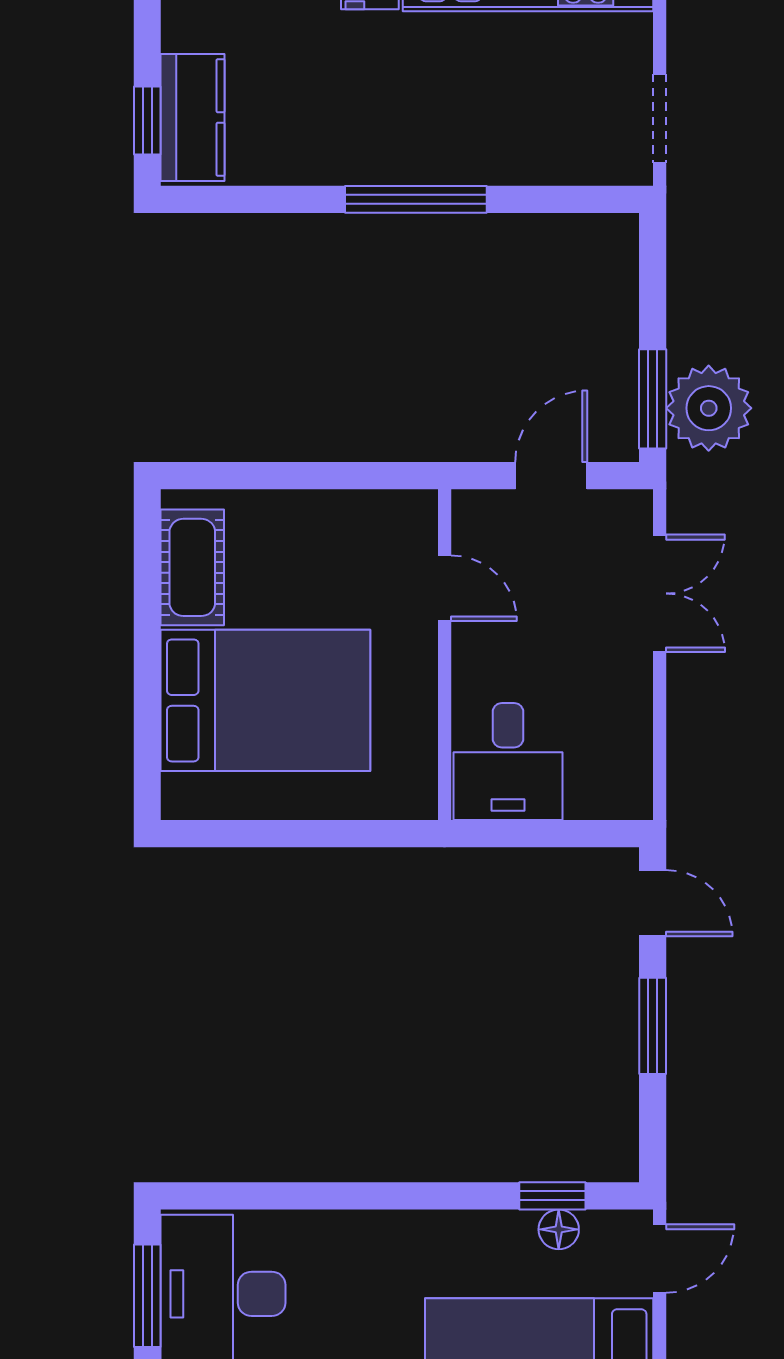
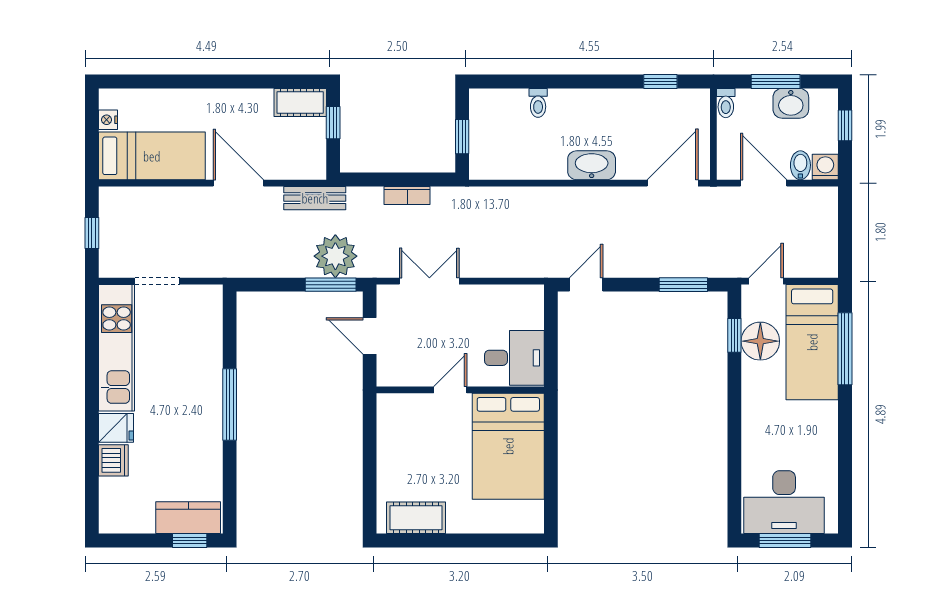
doorway: (660, 119) -> (157, 281), moved
door: (445, 588) -> (450, 390), moved
bed: (265, 700) -> (508, 446), moved, turned 180
window: (653, 1026) -> (683, 285), moved
floor lamp: (559, 1229) -> (760, 341), width x1.89, depth x1.89
door: (660, 1258) -> (766, 281), hinge flipped

